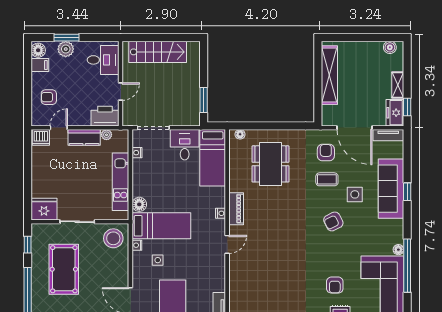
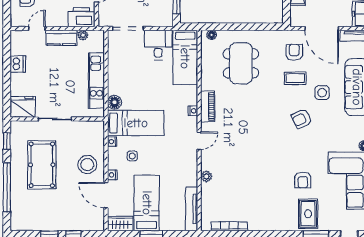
dishwasher: (41, 137) -> (18, 64), moved, turned -90
nightstand: (137, 153) -> (112, 175), moved
stool: (113, 238) -> (87, 165), moved
plant: (235, 281) -> (206, 176), added

